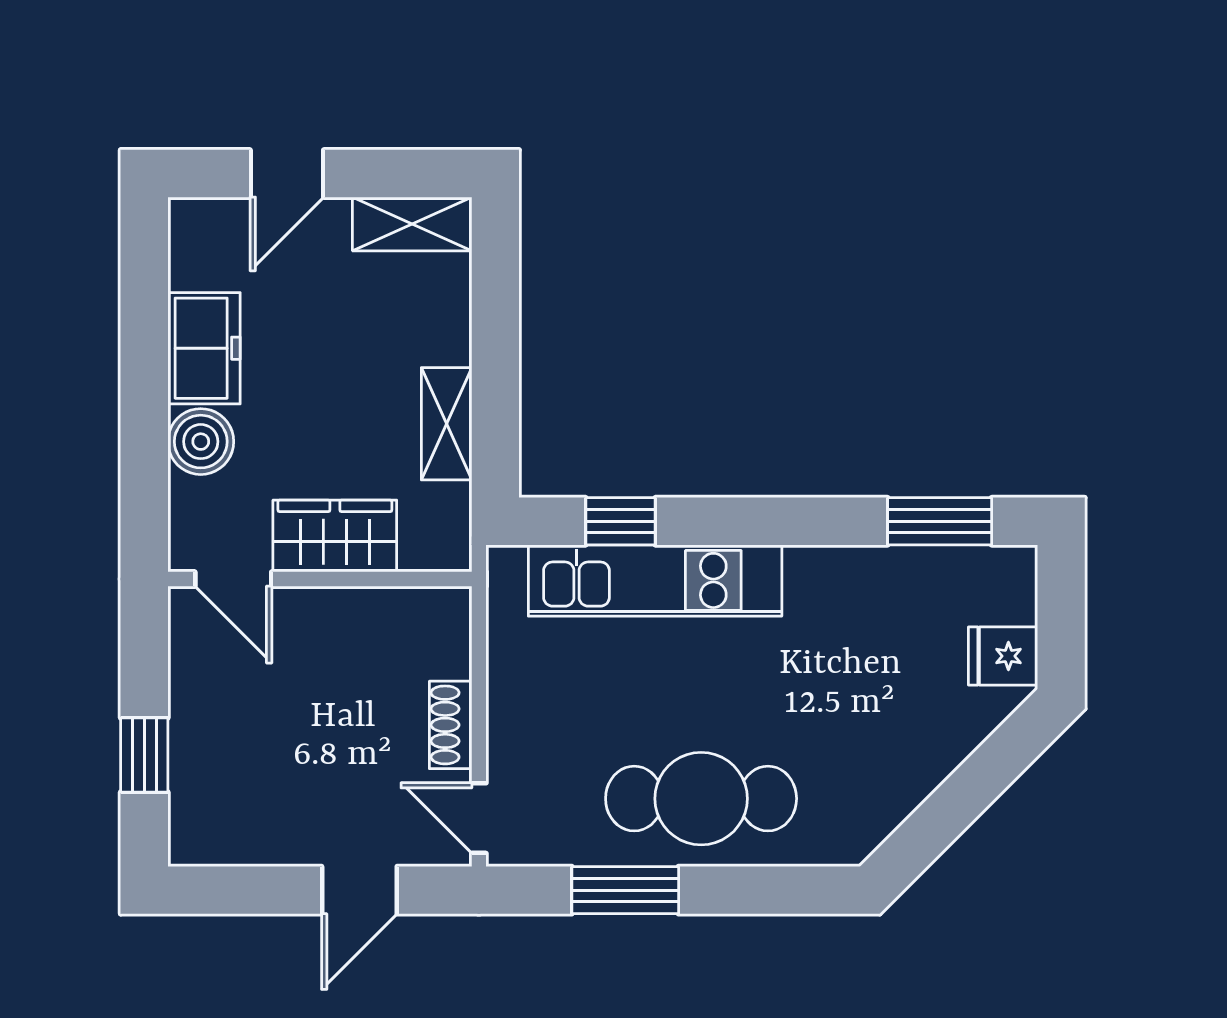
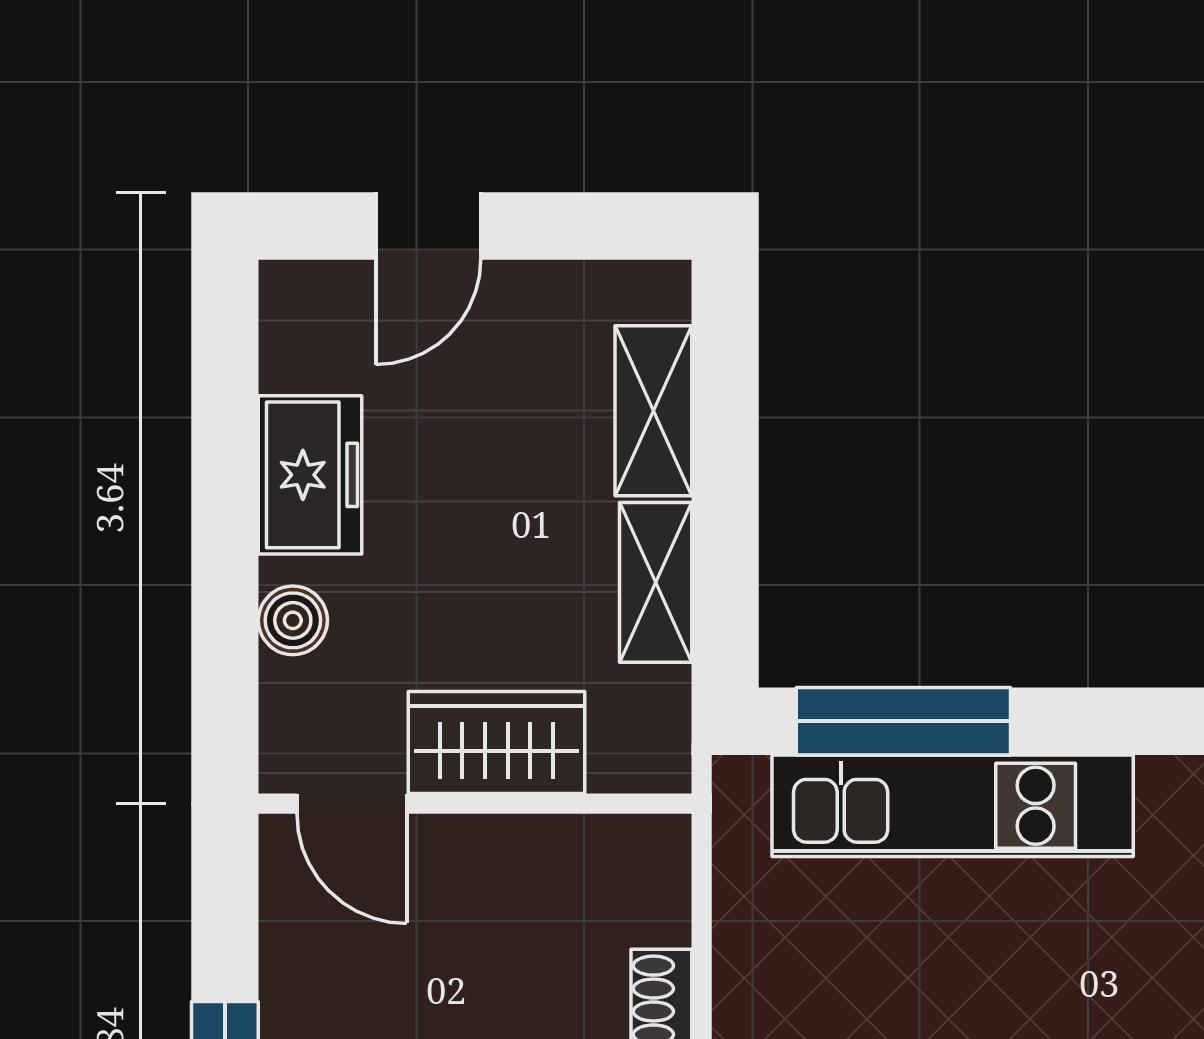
shelving: (412, 224) -> (653, 411), moved, turned 90
boiler: (201, 442) -> (293, 620), width x0.73, depth x0.73
window: (621, 521) -> (903, 721), width x2.17

